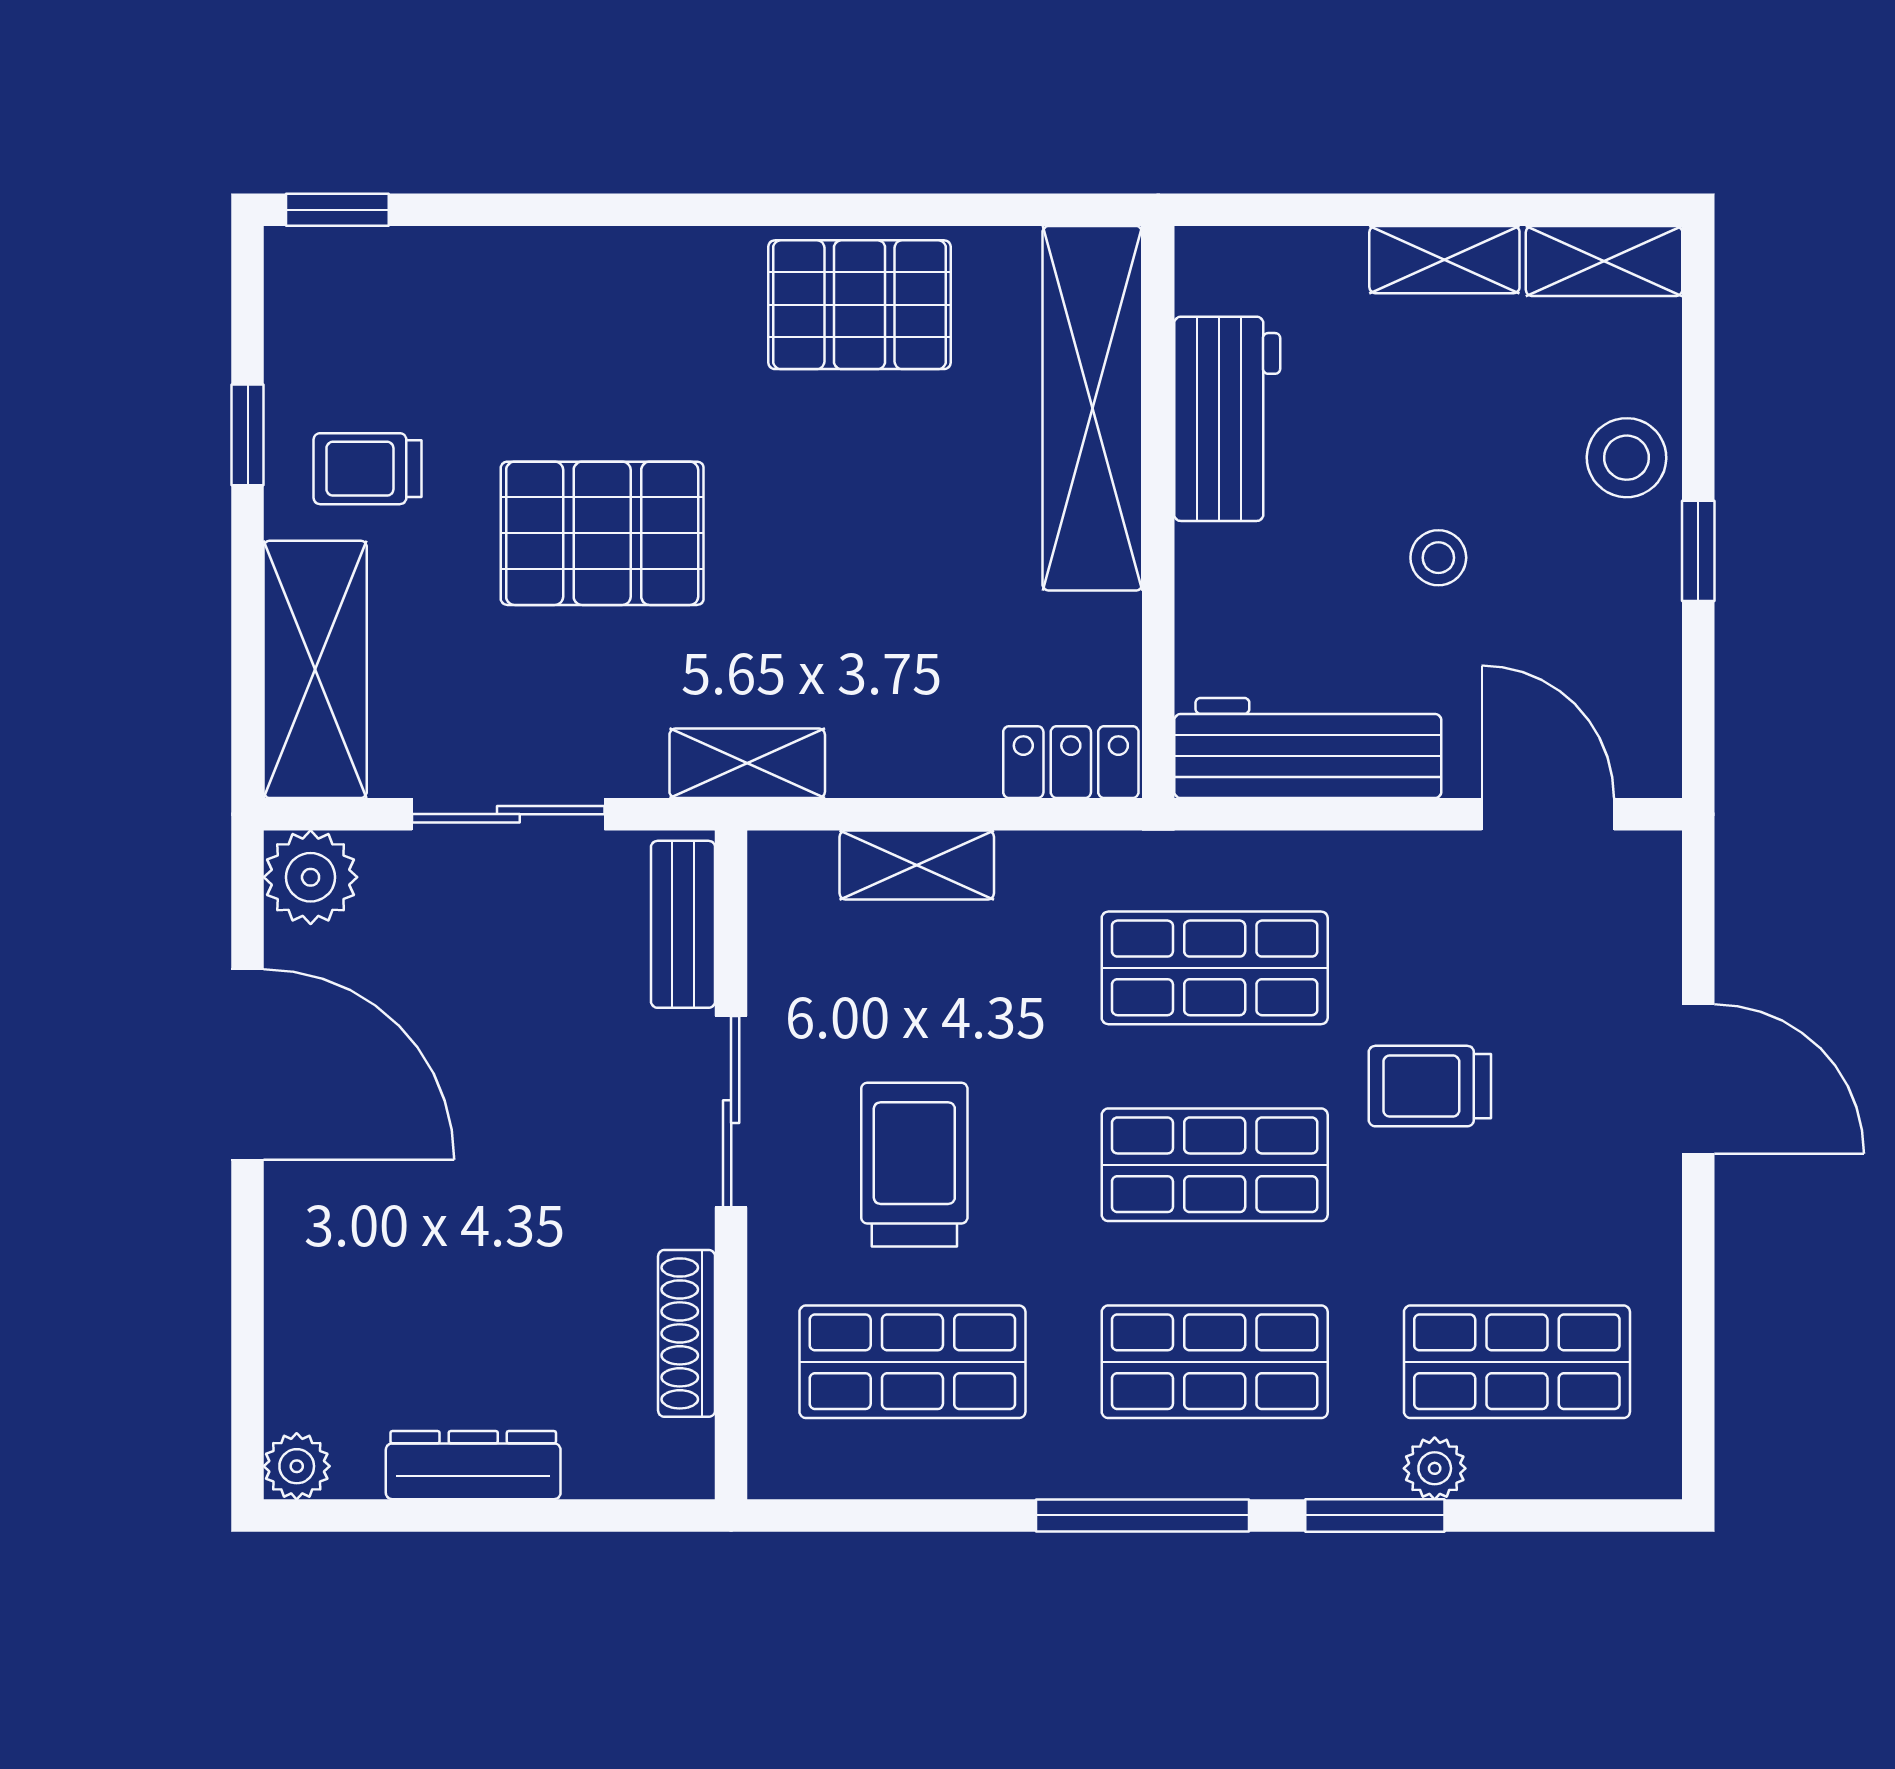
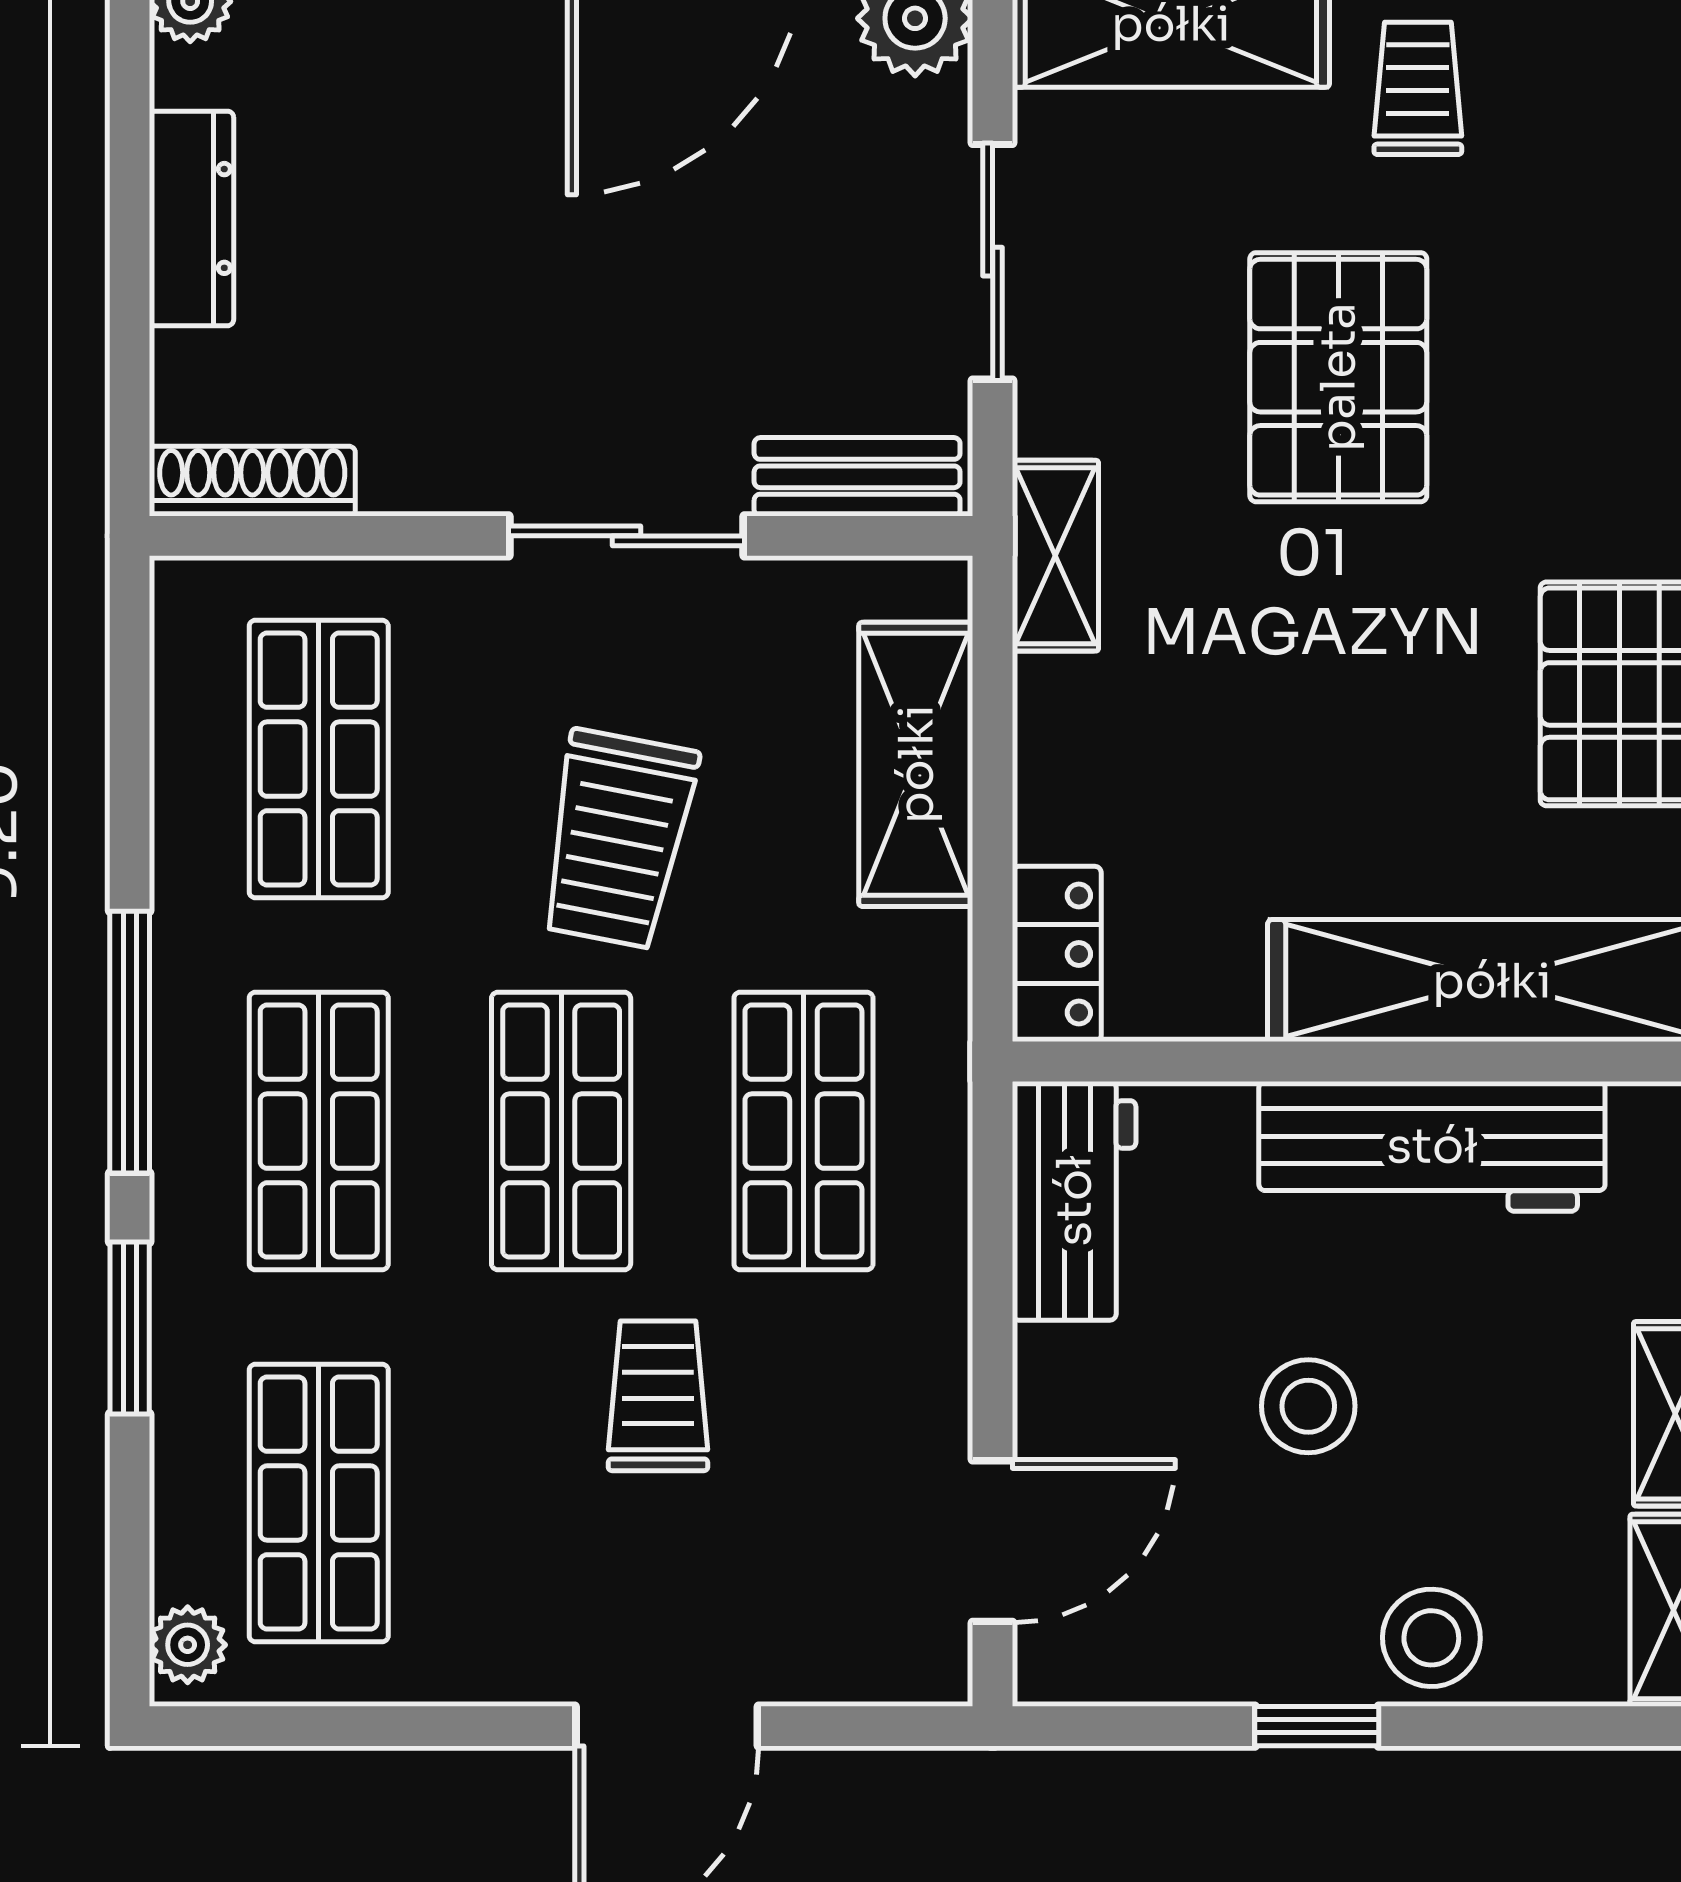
workbench: (1227, 419) -> (1432, 1146), width x1.38
stool: (1438, 558) -> (1308, 1406), width x1.37, depth x1.37
workbench: (1308, 748) -> (1074, 1201), width x0.73
shelving: (917, 865) -> (916, 764), width x1.50, depth x1.33
trolley: (914, 1165) -> (617, 839), moved, turned 101
shoe rack: (687, 1333) -> (252, 481), moved
plant: (1435, 1468) -> (188, 1645), moved

